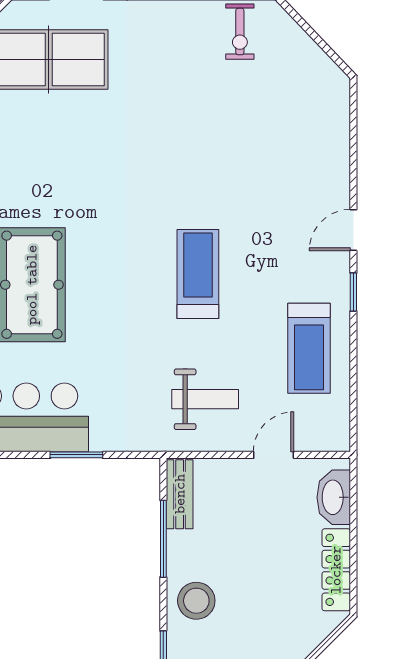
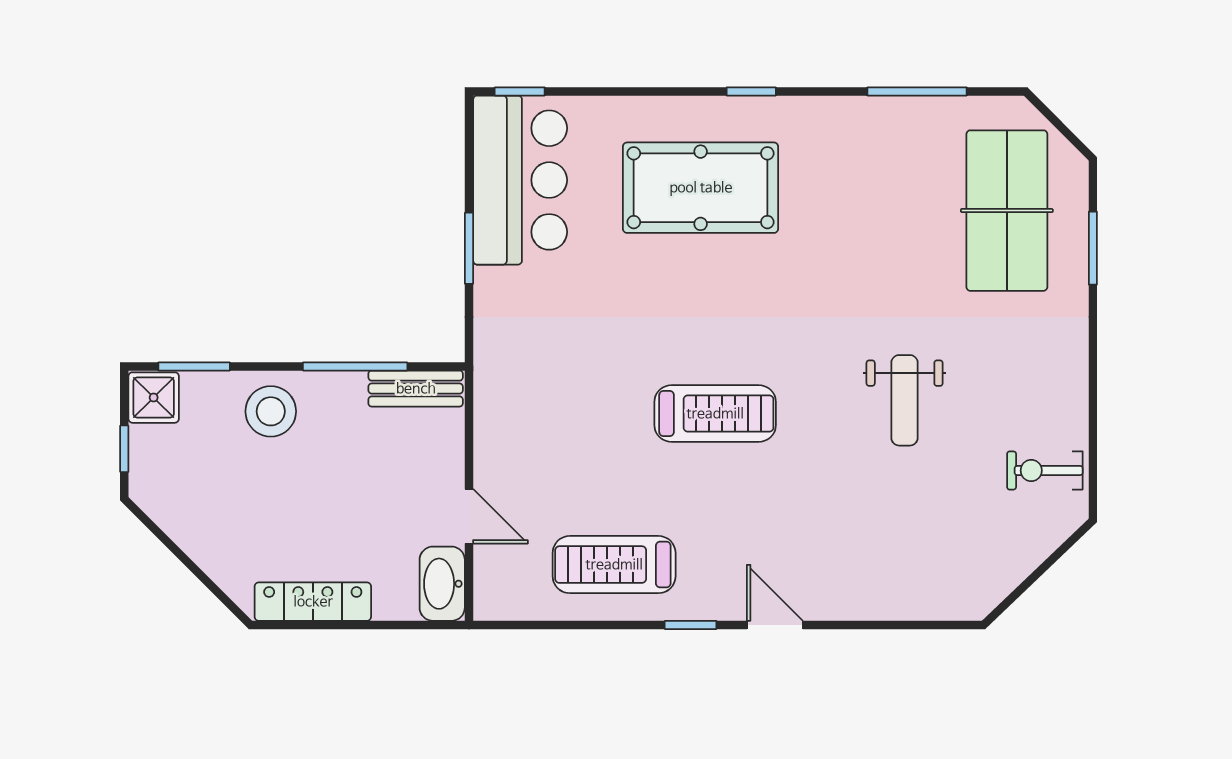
weight bench: (205, 399) -> (905, 400), moved
washbasin: (334, 497) -> (442, 584), moved, turned -90

